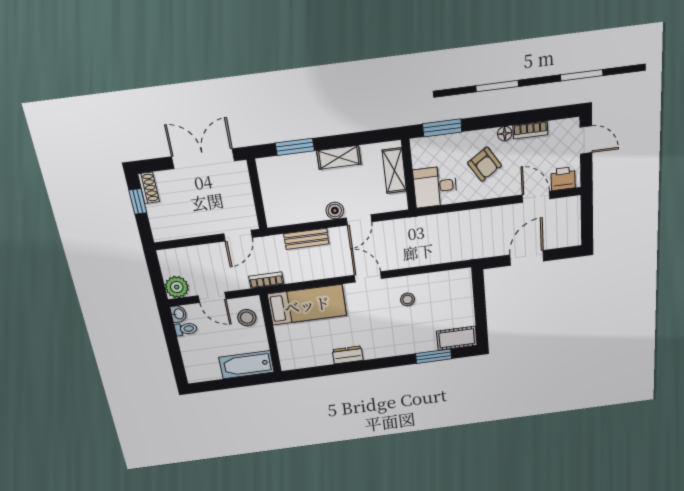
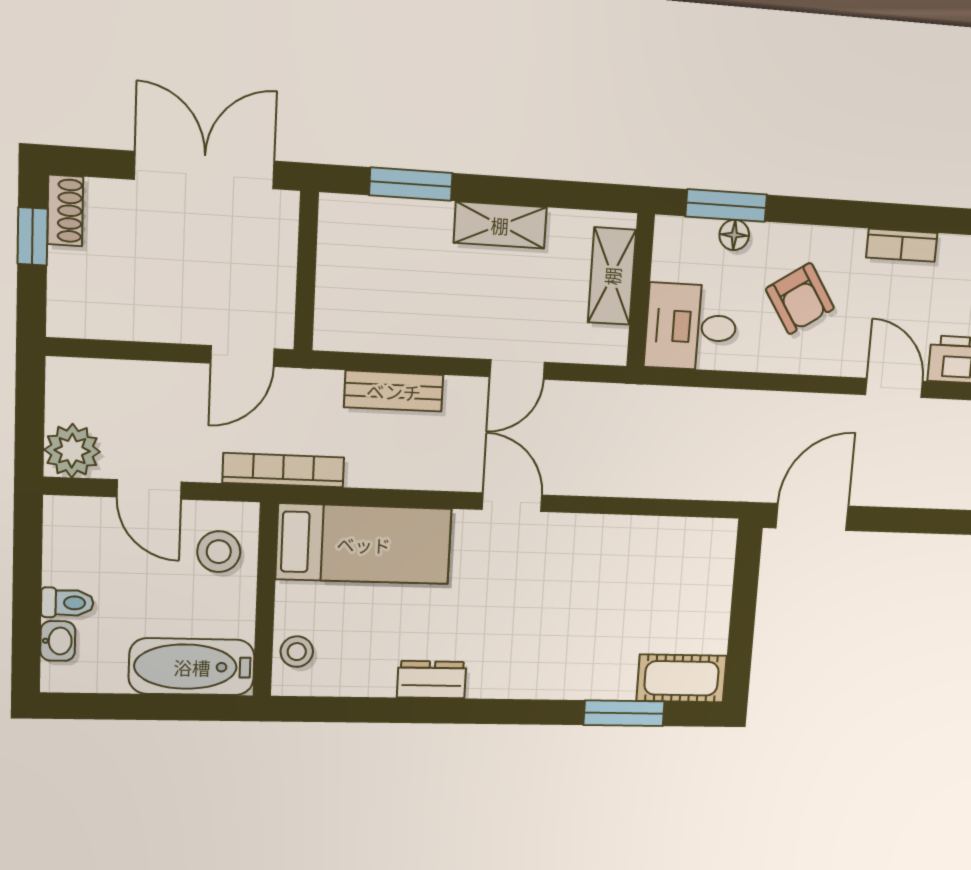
floor lamp: (505, 134) -> (734, 235), moved
boiler: (335, 211) -> (469, 339), removed
door: (527, 258) -> (812, 517), moved
bookcase: (266, 280) -> (283, 470), width x1.56
stool: (408, 299) -> (297, 652), moved
washbasin: (179, 314) -> (58, 641), moved
toilet: (186, 329) -> (67, 603), moved

